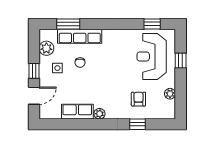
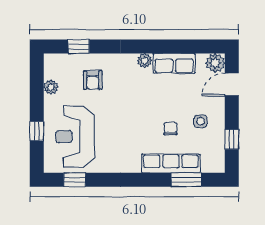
plant: (46, 48) -> (215, 63), moved
reception desk: (152, 57) -> (75, 137), turned 180
window: (34, 71) -> (232, 139), moved
window: (138, 124) -> (79, 46), moved

